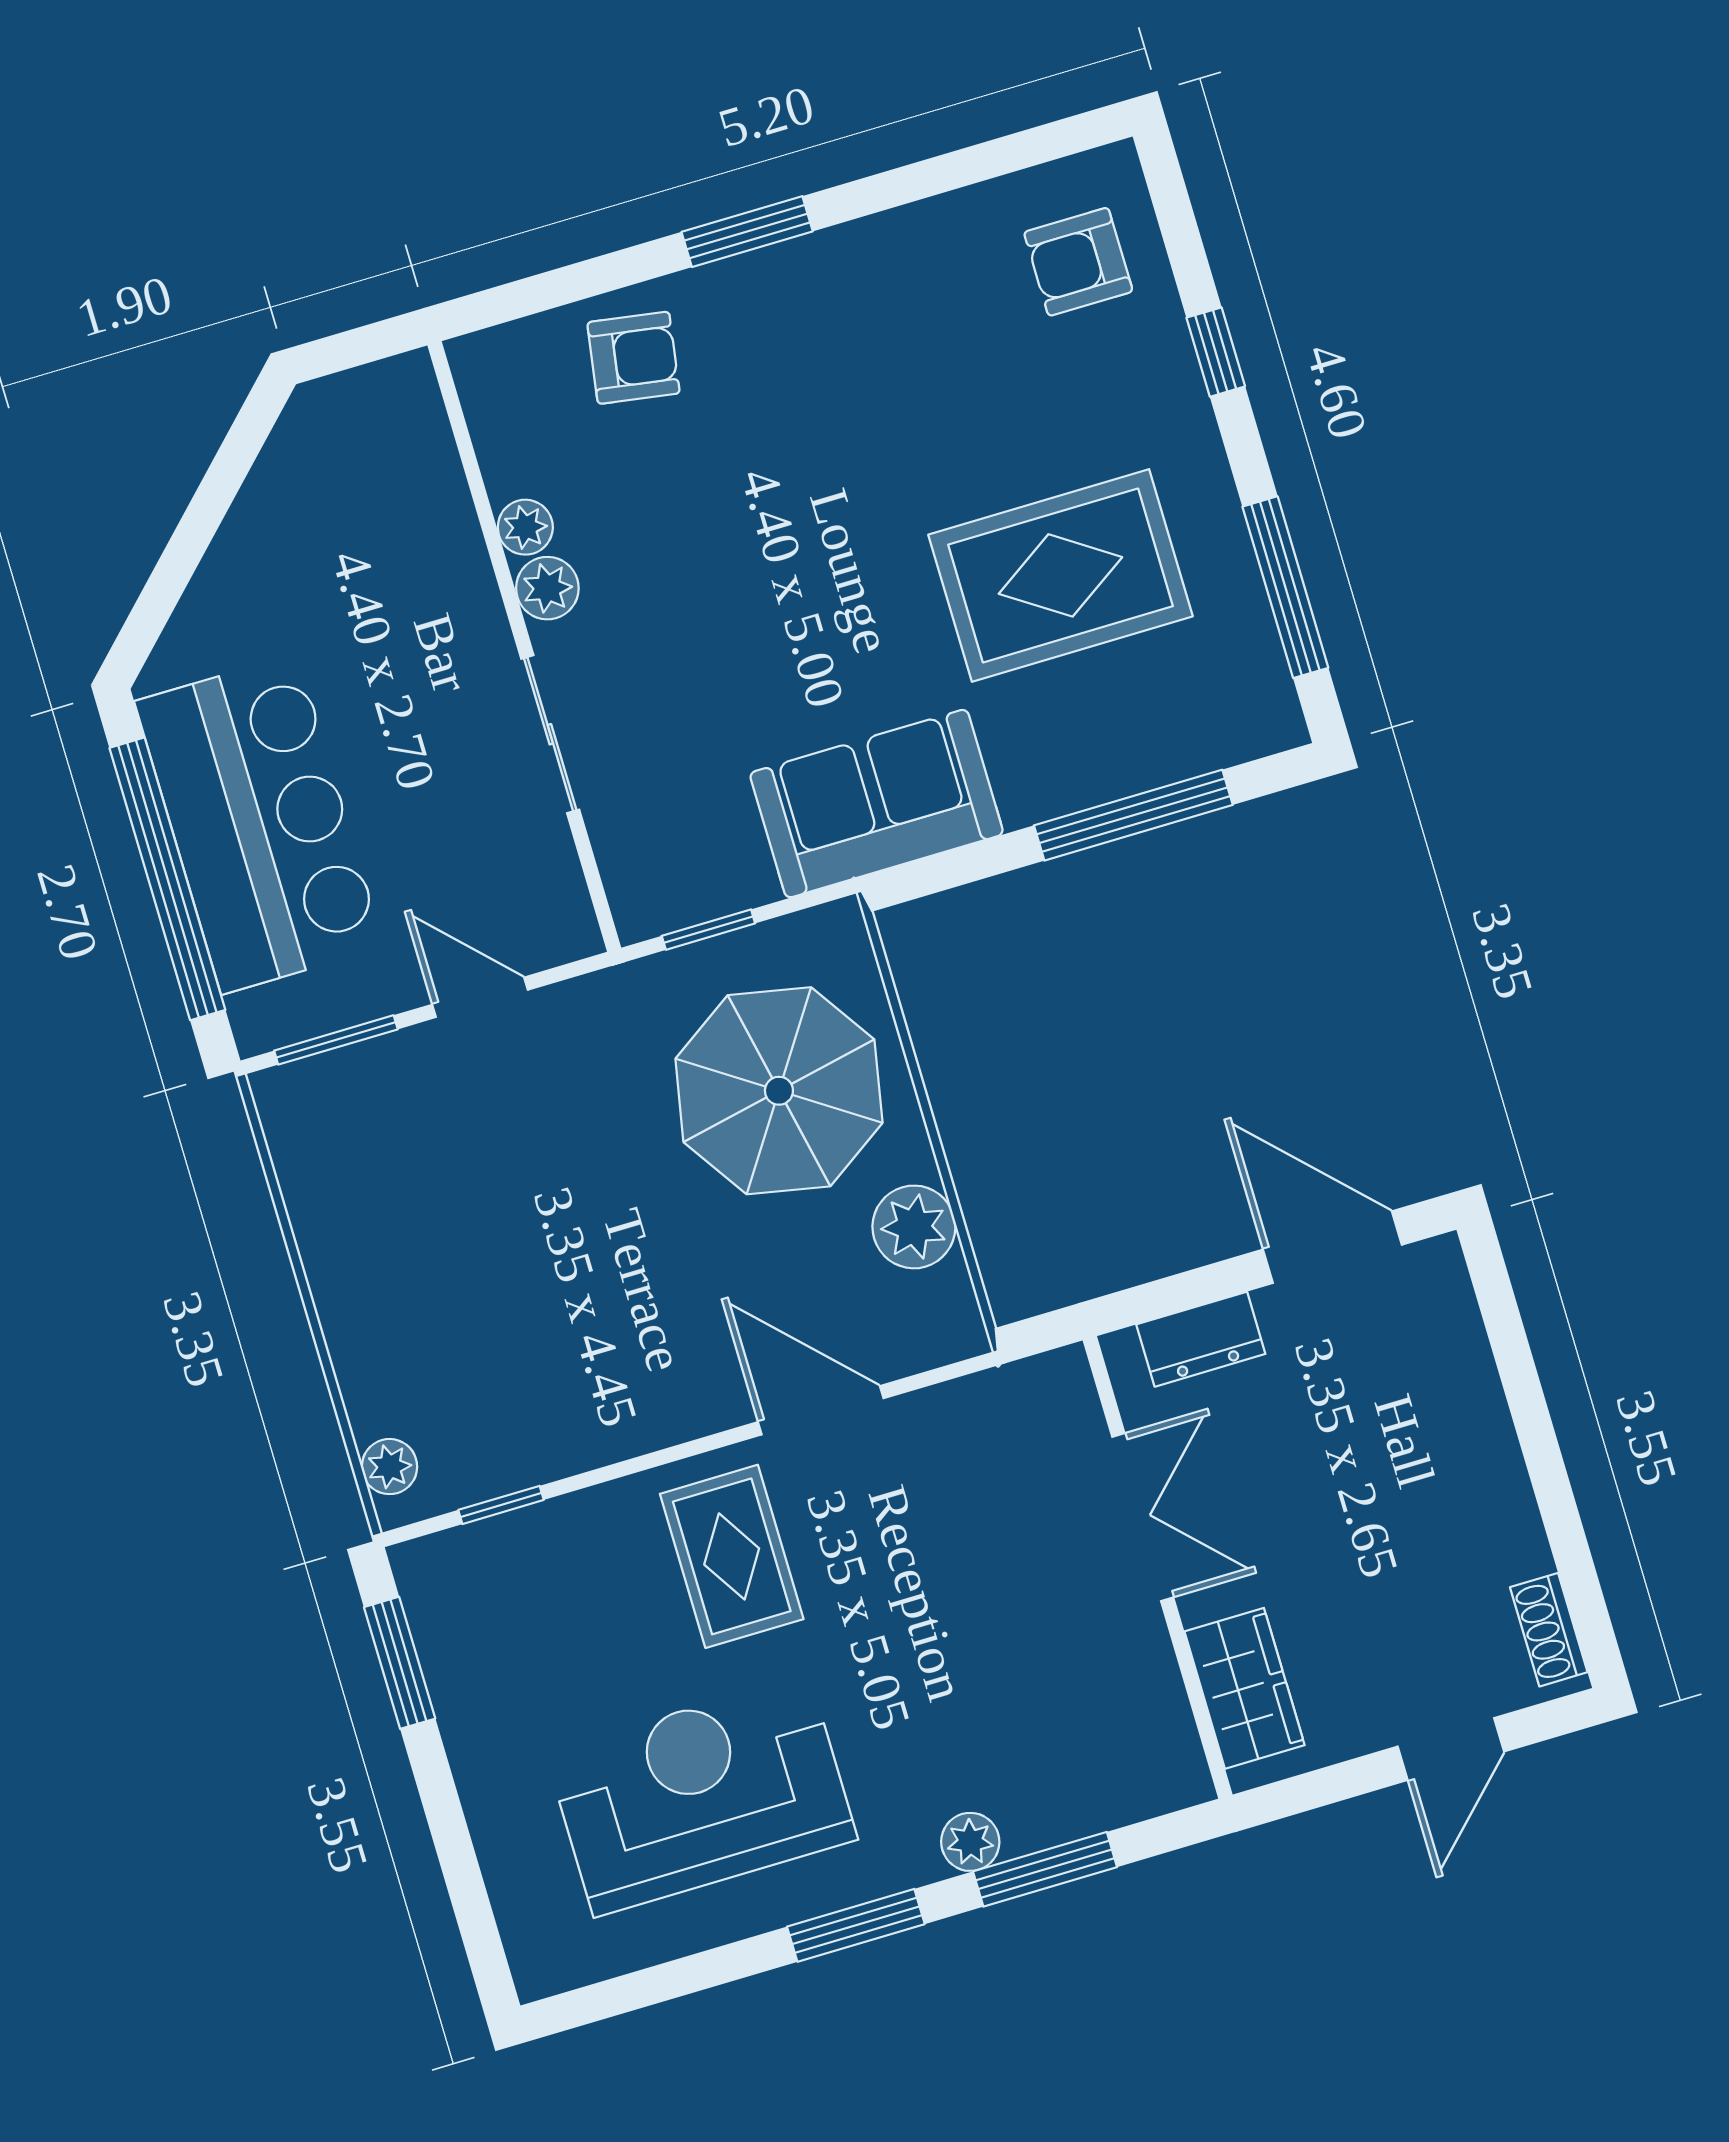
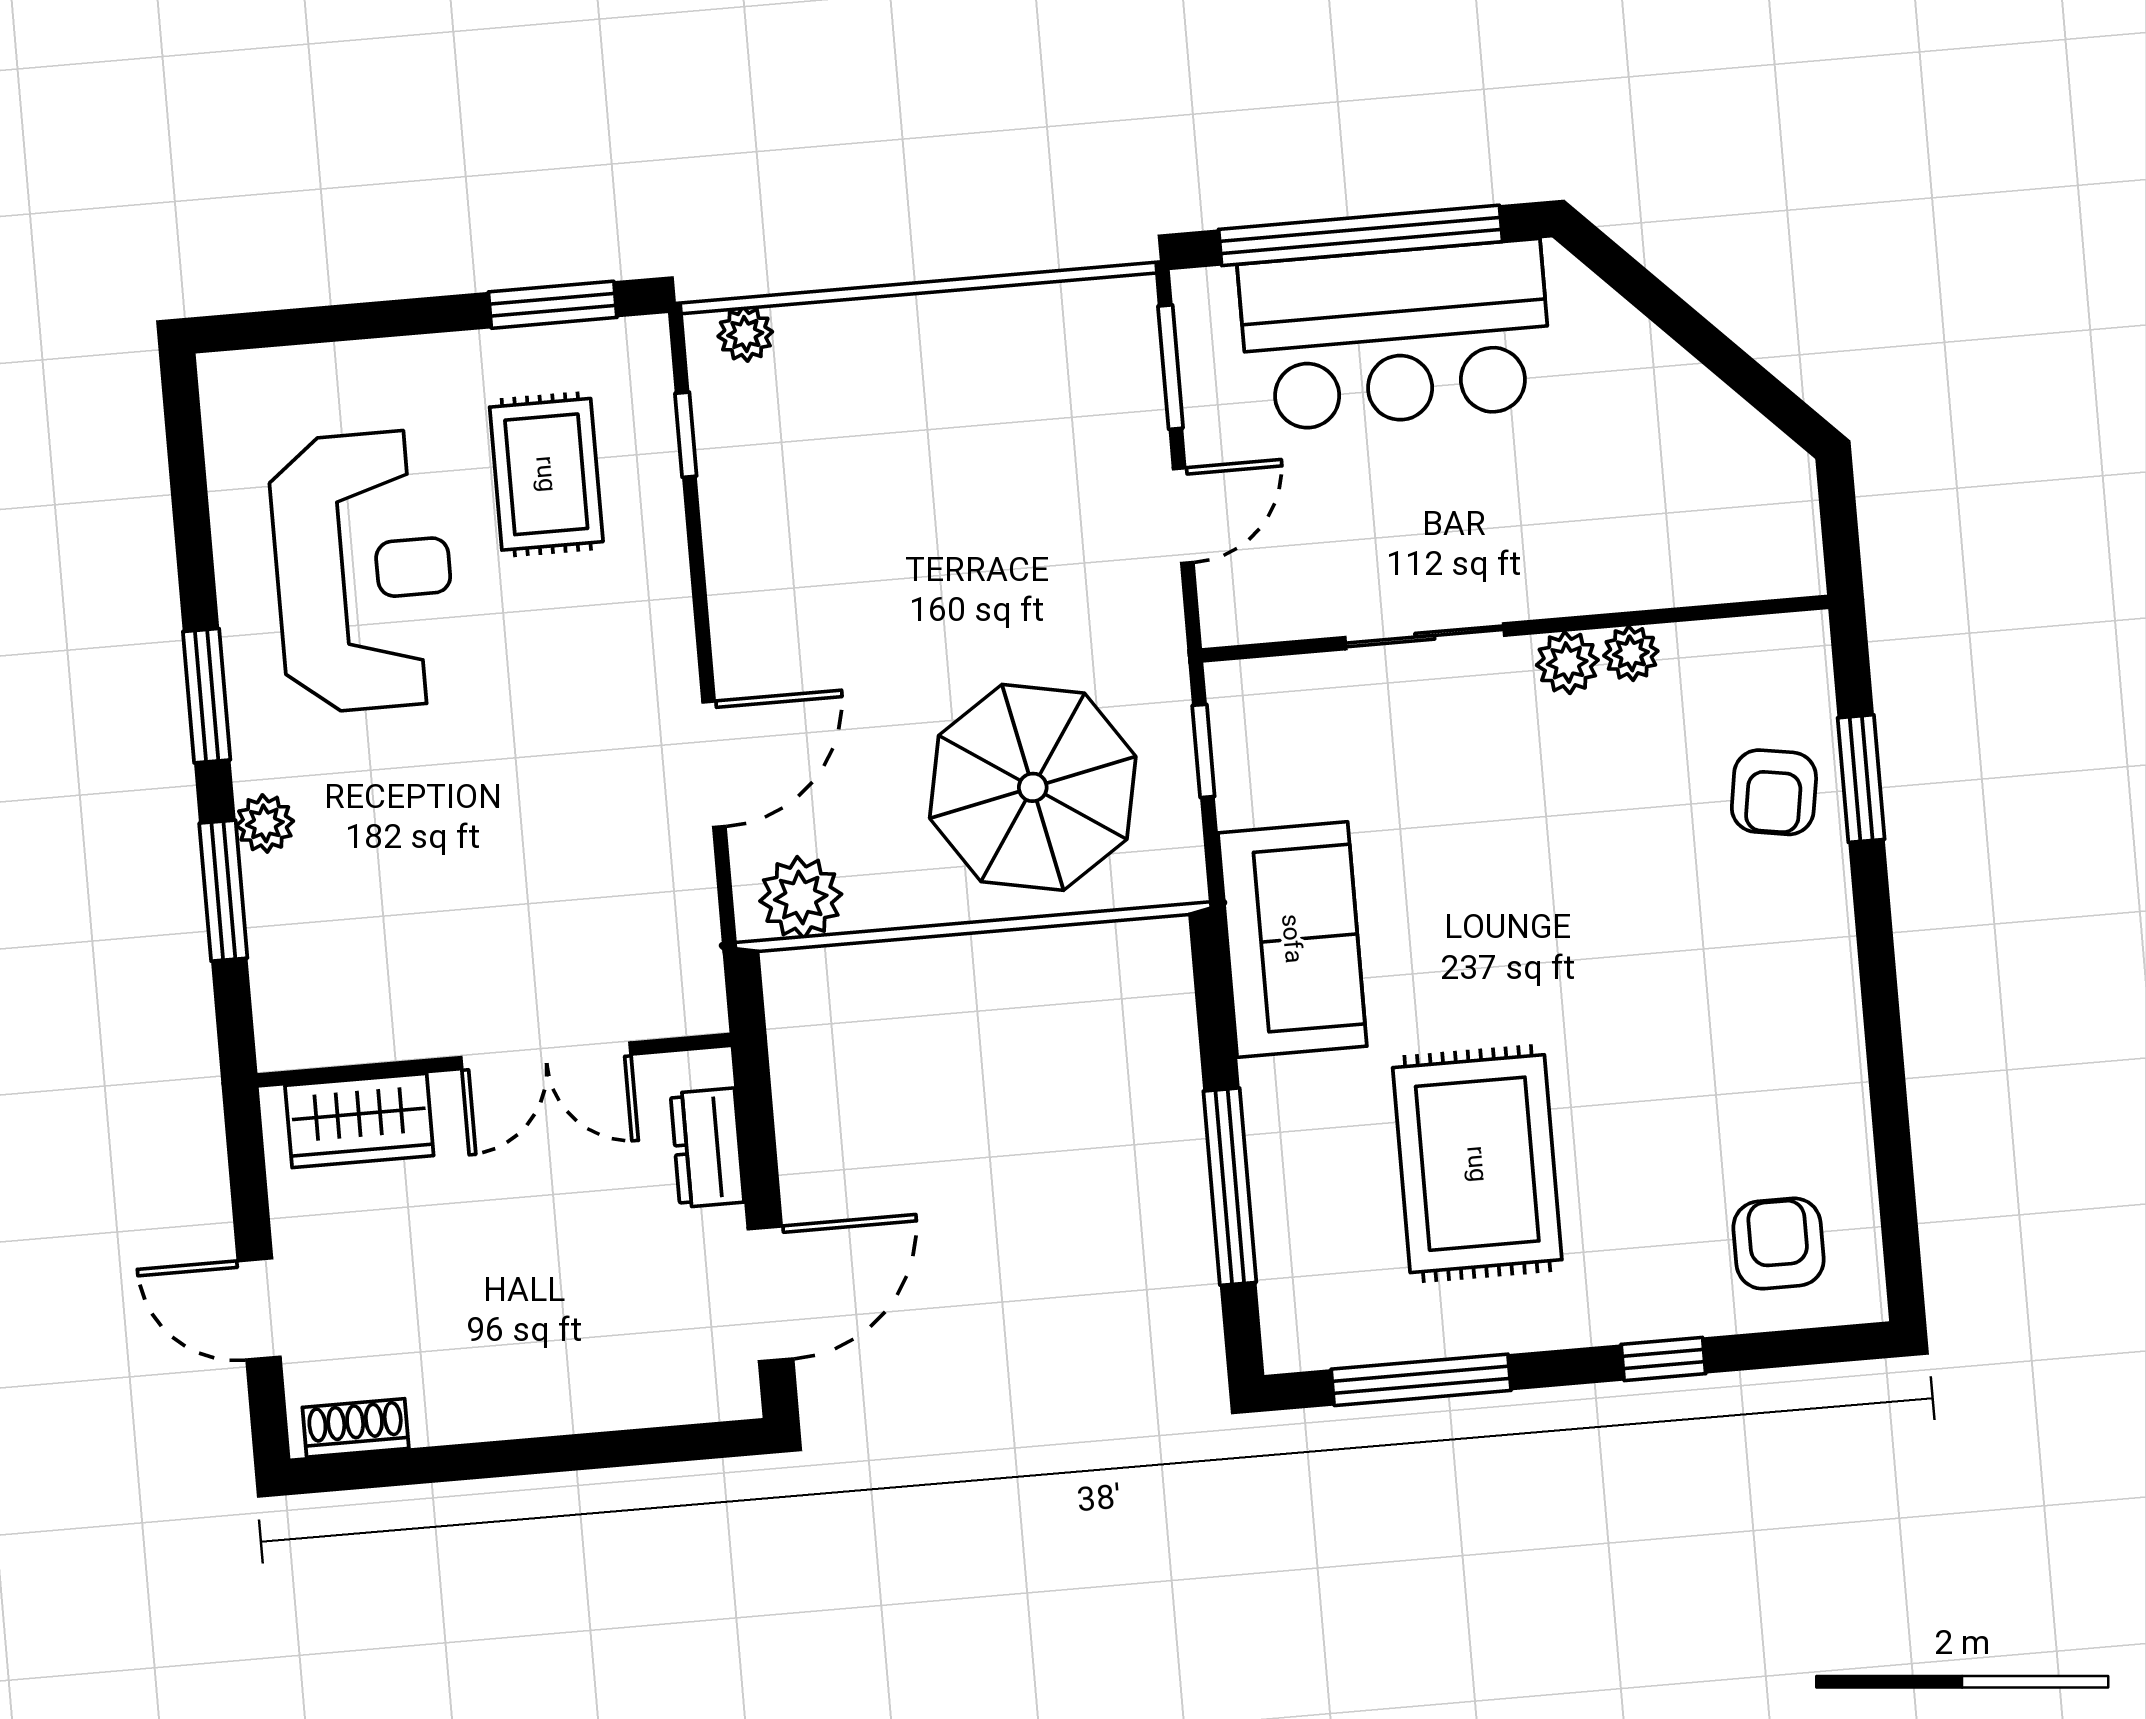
window: (747, 232) -> (1861, 779), moved
plant: (914, 1227) -> (801, 898), moved
rug: (732, 1556) -> (546, 474), moved, turned 90

